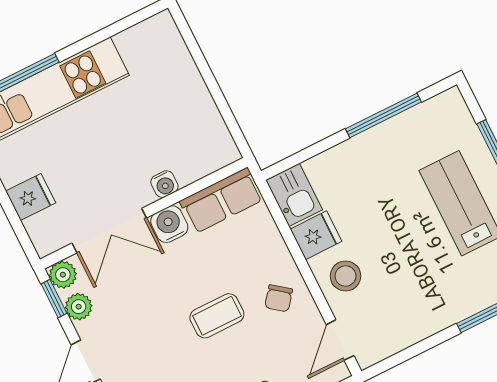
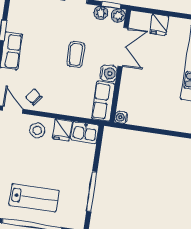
water cooler: (164, 184) -> (121, 117), moved
double door: (109, 231) -> (123, 47), swing flipped
chair: (279, 298) -> (34, 97), moved
coffee table: (217, 316) -> (76, 54), moved

